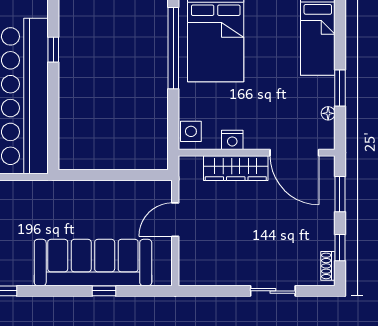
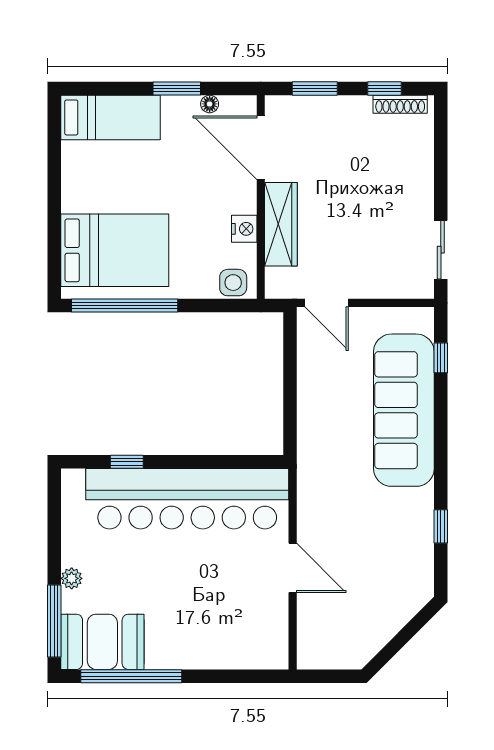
door: (294, 153) -> (261, 148), swing flipped
door: (175, 220) -> (327, 303), moved
shoe rack: (328, 266) -> (400, 104), width x1.43
window: (104, 291) -> (441, 358), moved
sliding door: (273, 291) -> (441, 250), moved

